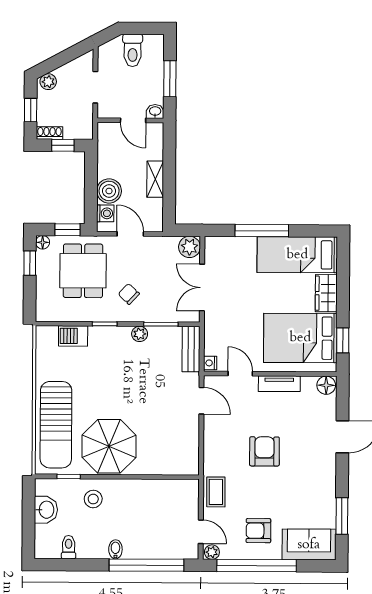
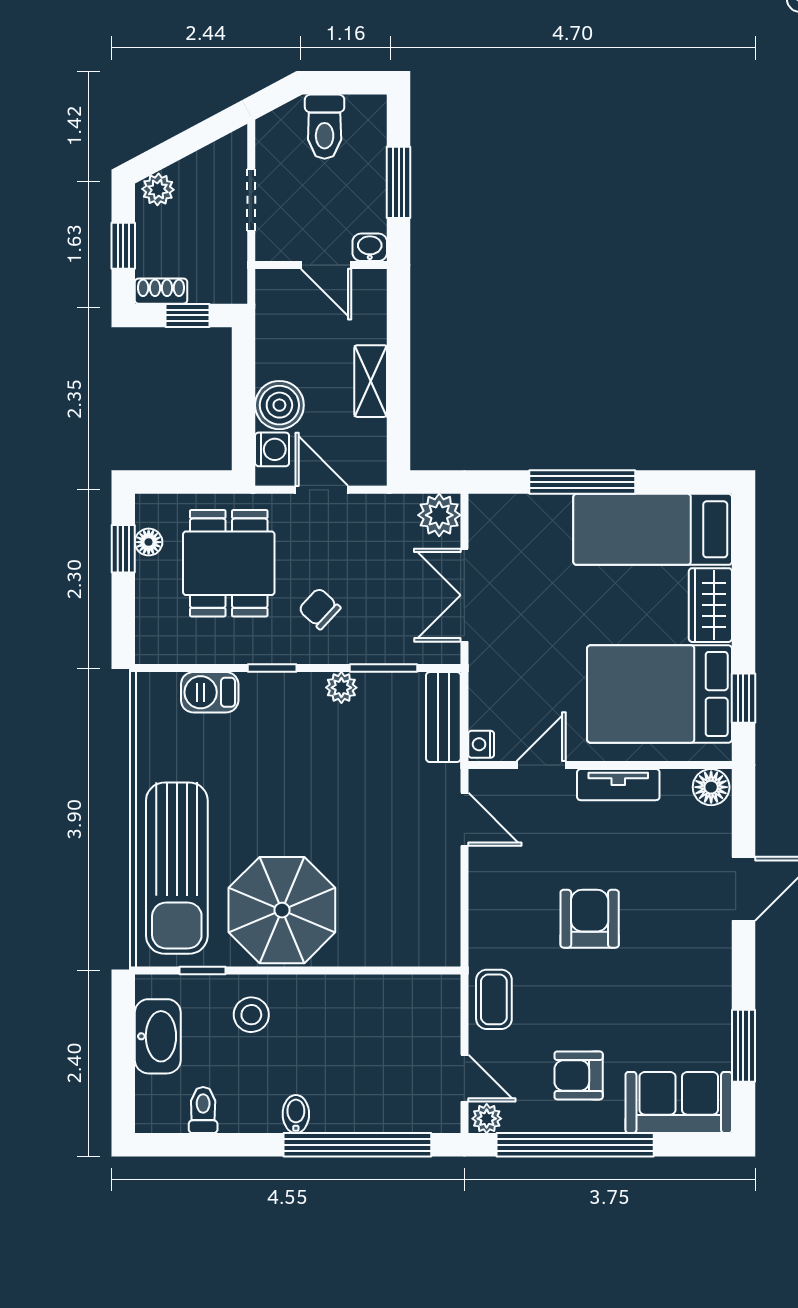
window: (67, 230) -> (198, 482), removed
floor lamp: (43, 242) -> (149, 542), moved
door: (240, 374) -> (541, 765), hinge flipped
washbasin: (46, 510) -> (158, 1036), width x1.38

